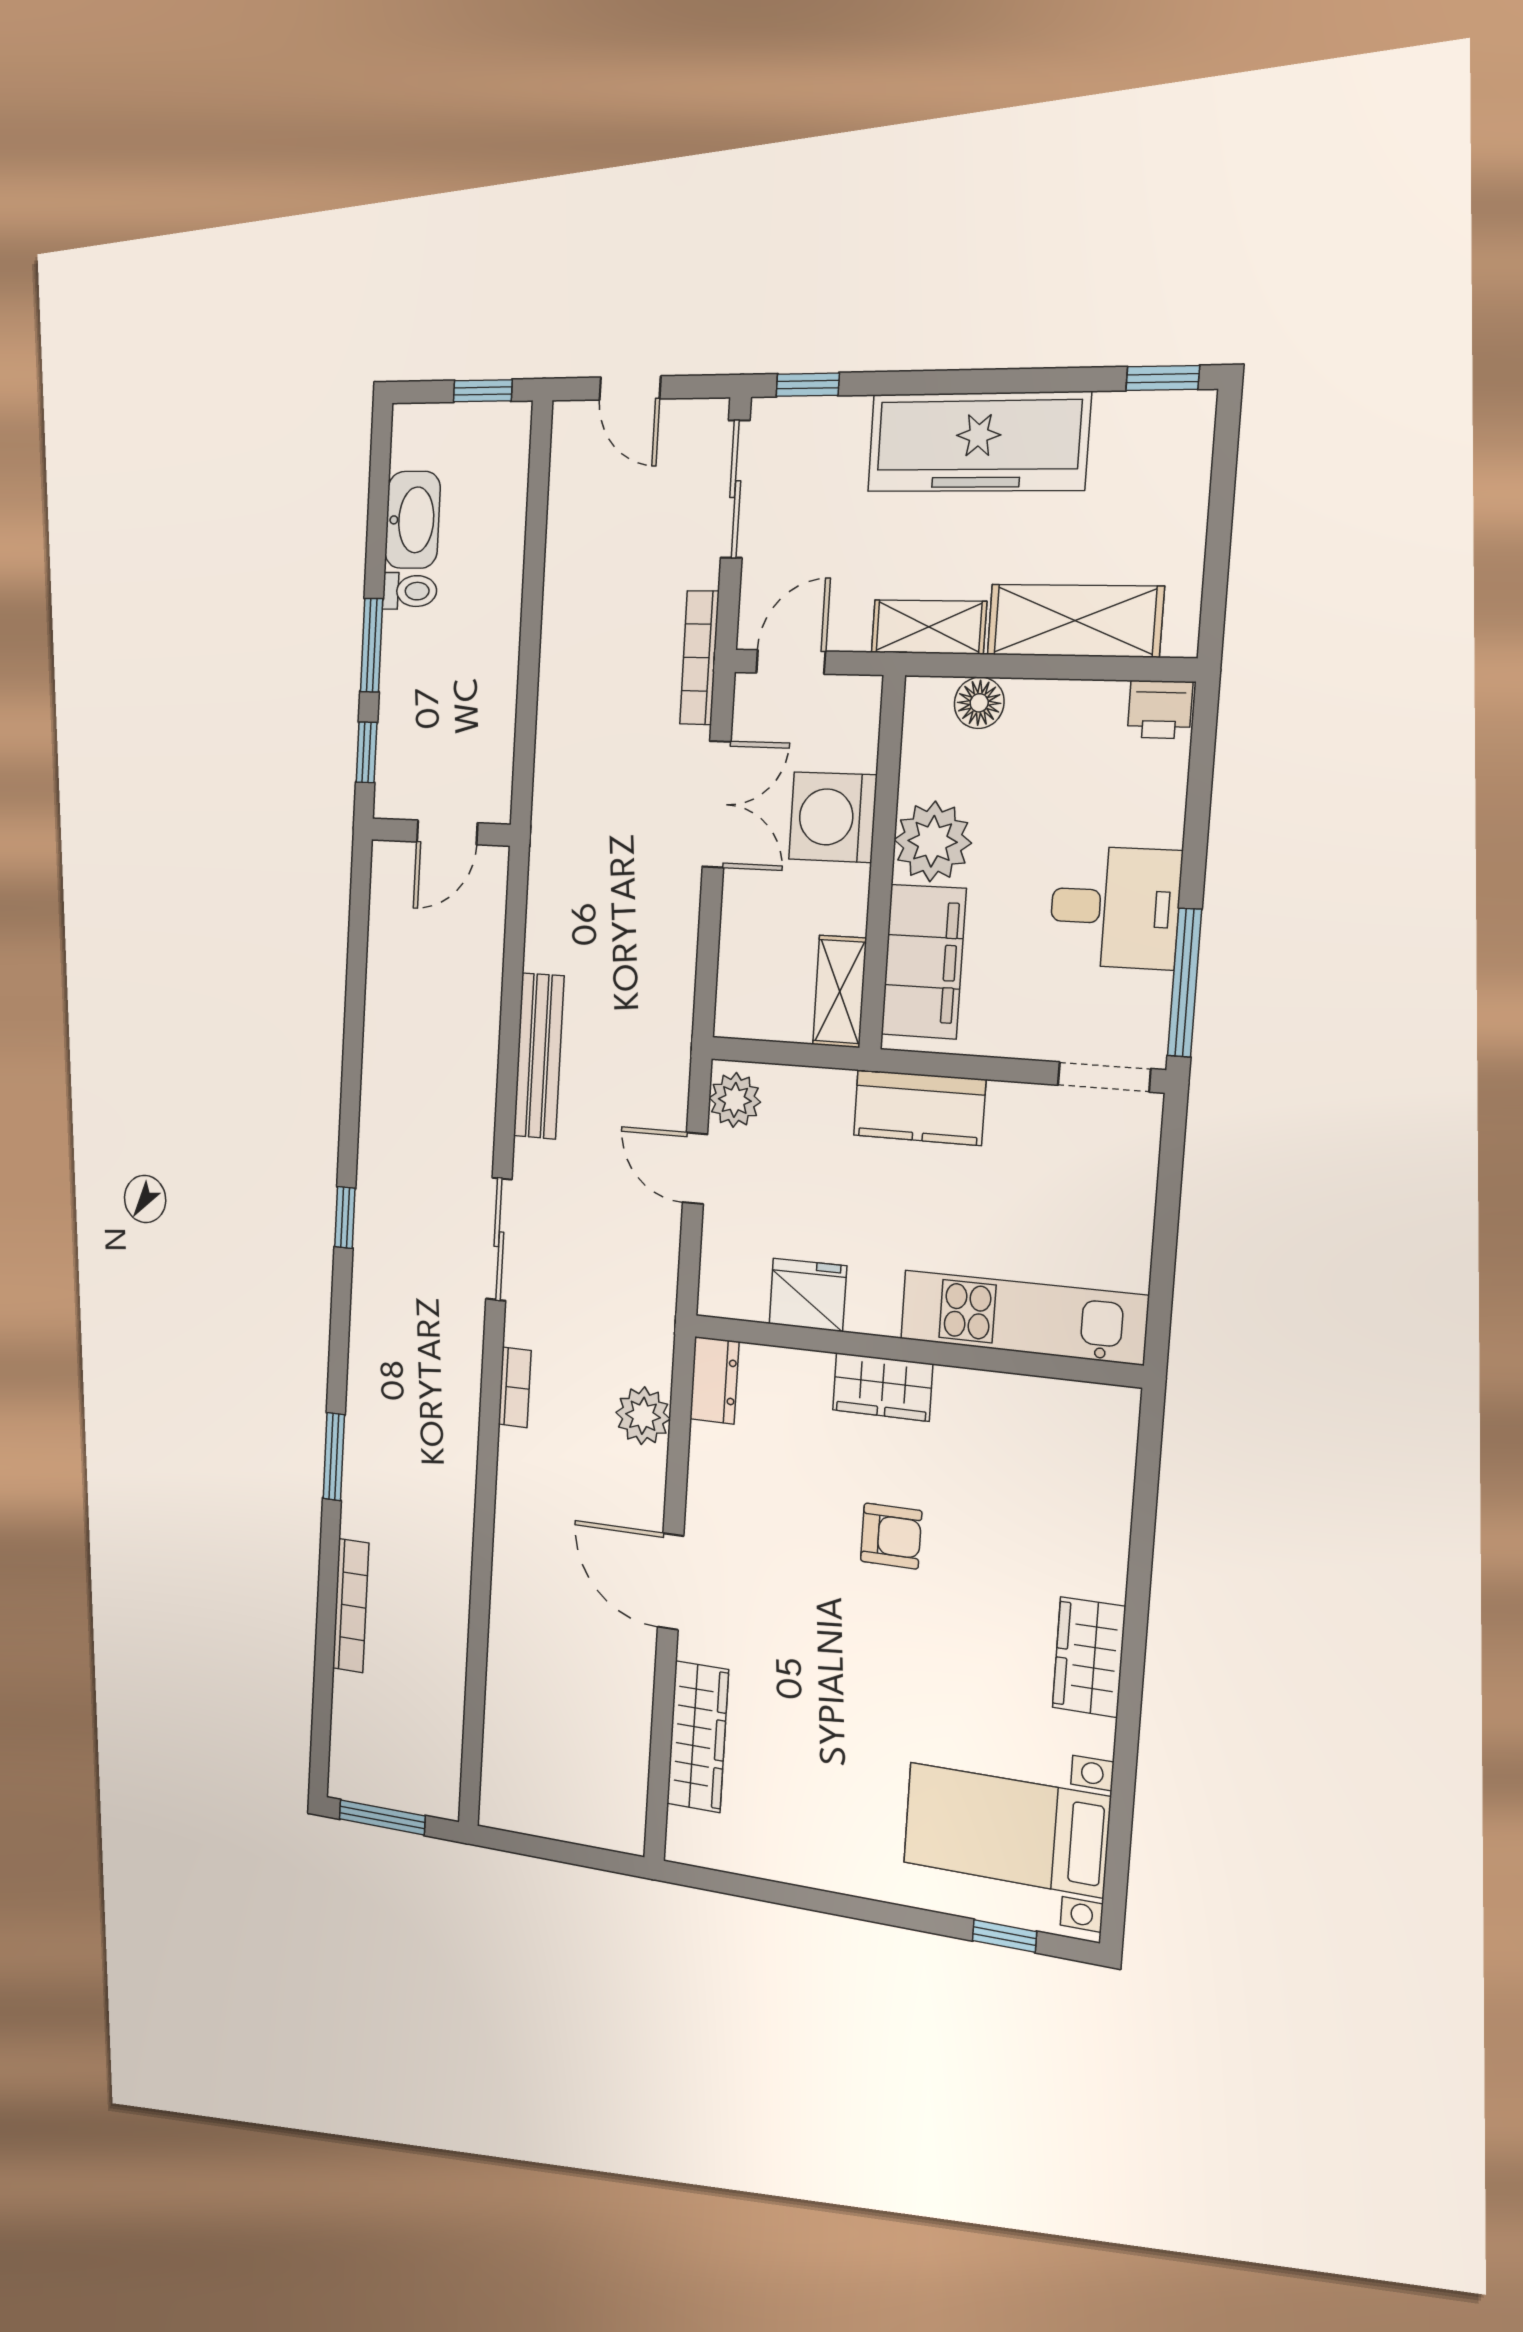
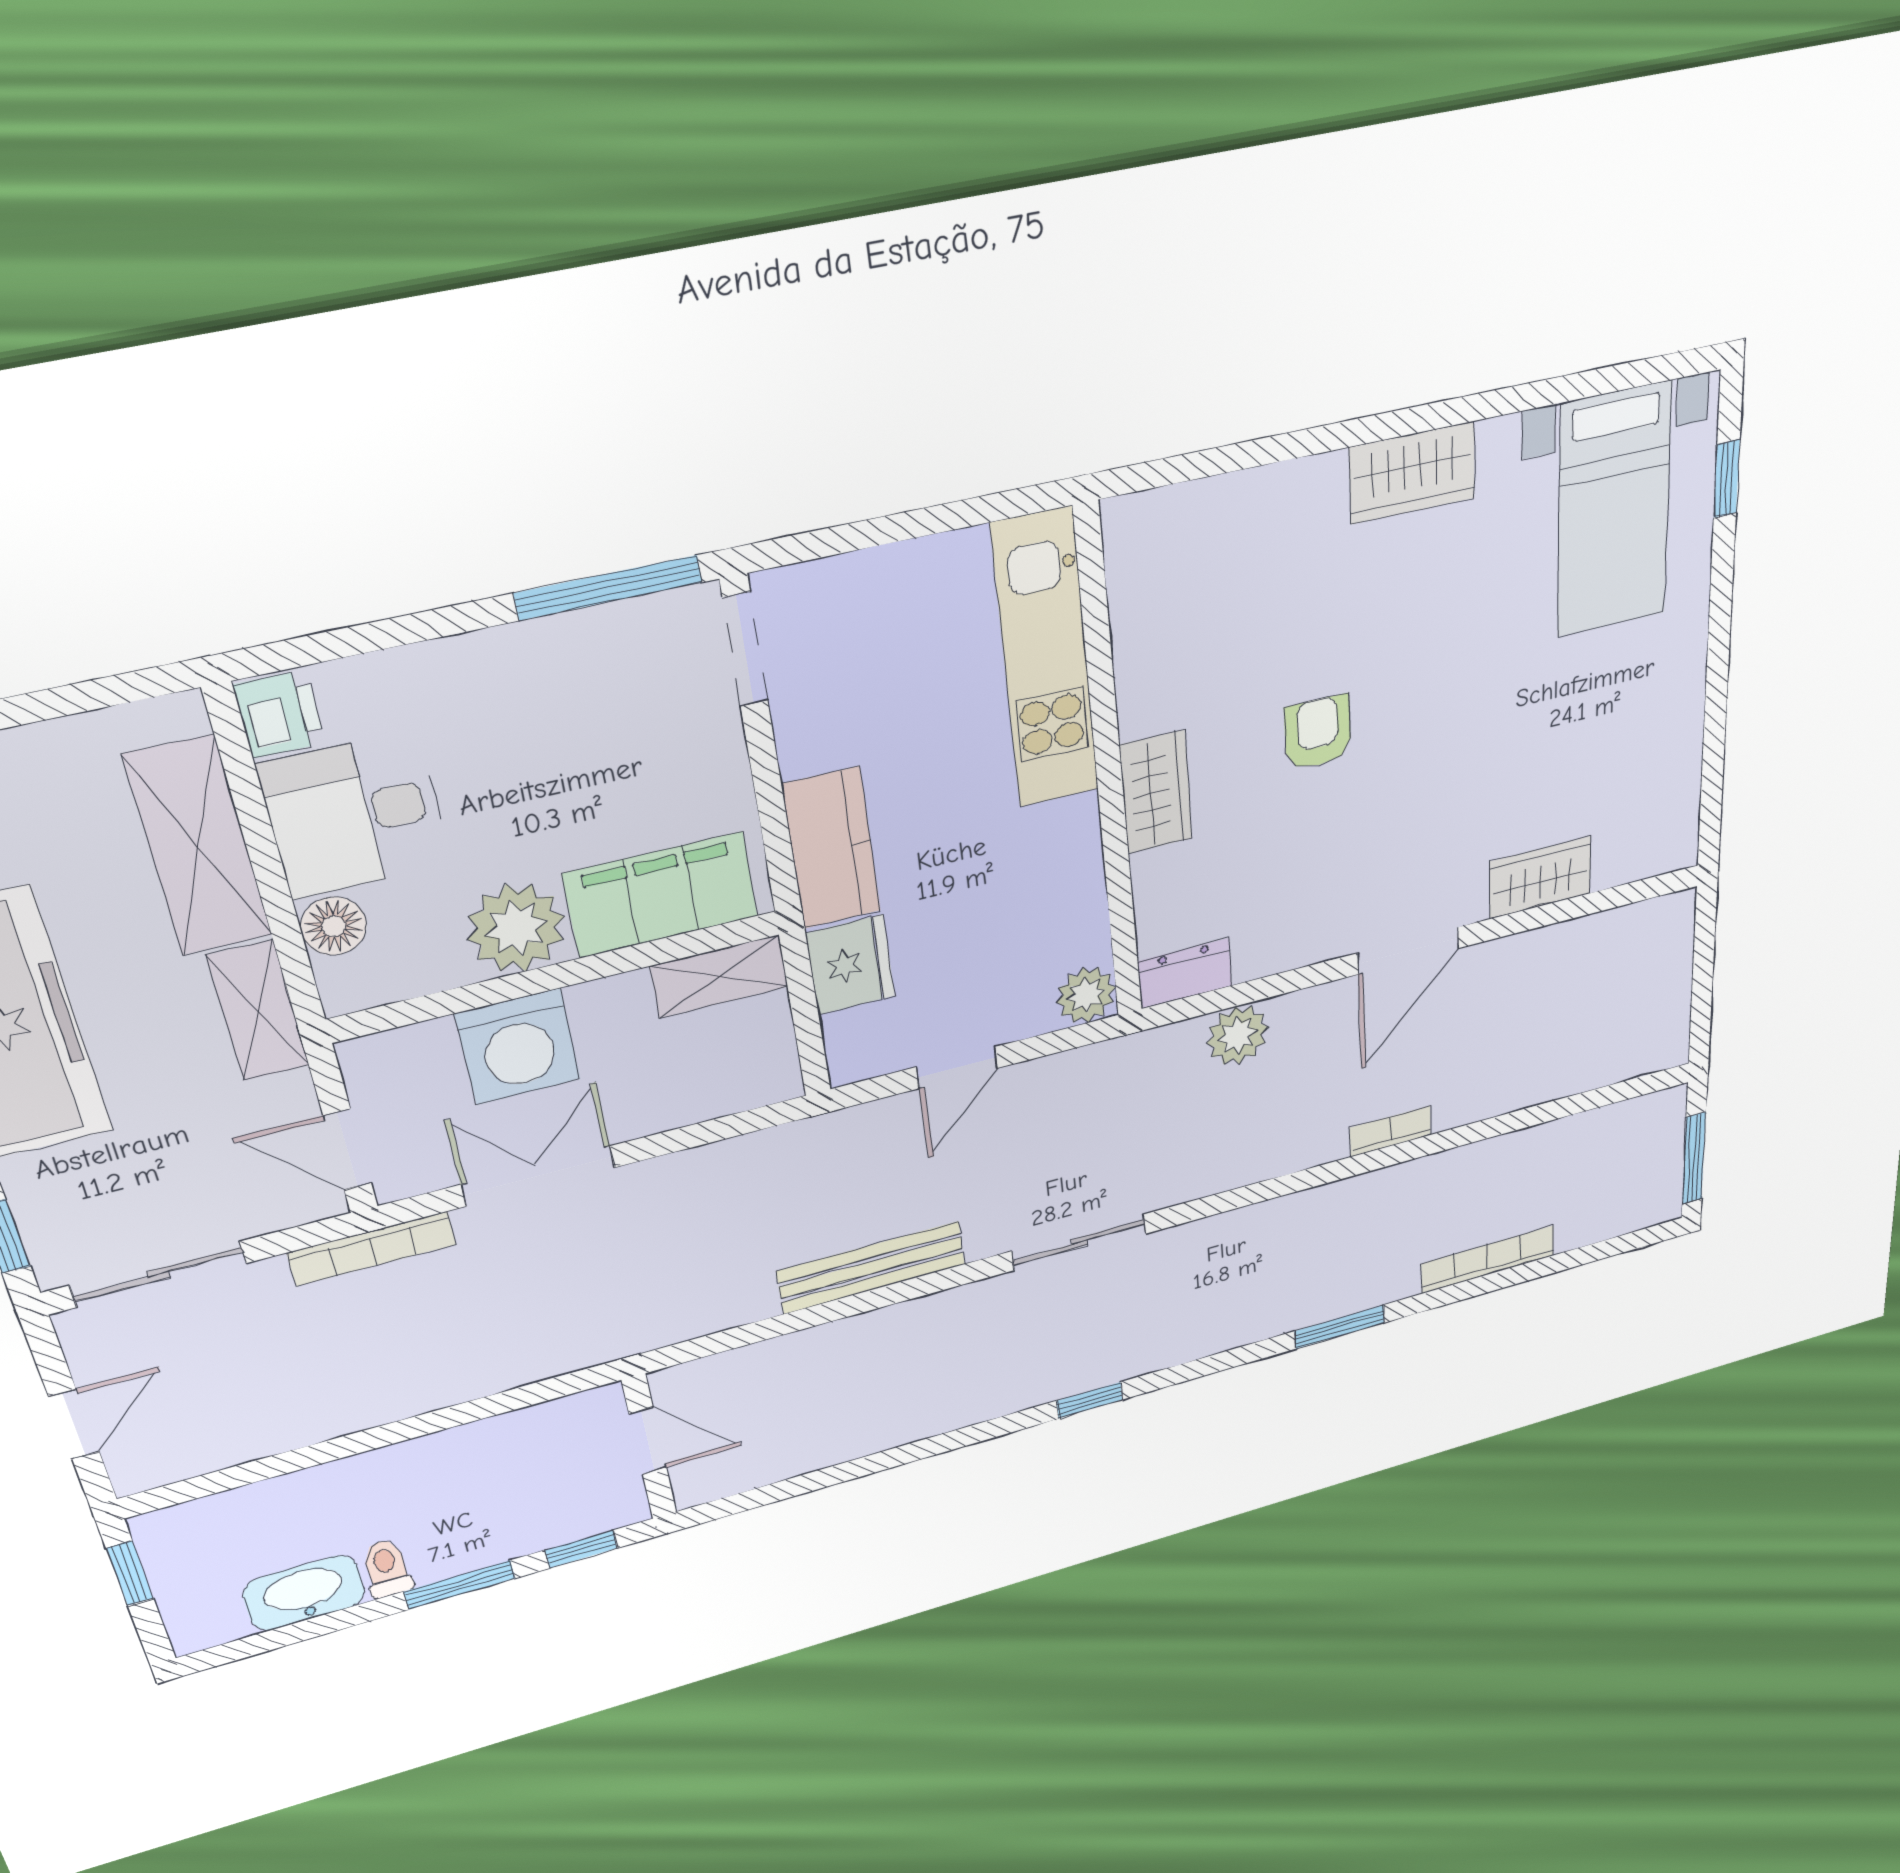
desk: (1115, 907) -> (355, 815), moved, turned -90
plant: (735, 1100) -> (1086, 995), moved
fridge: (808, 1295) -> (850, 965), moved, turned 180
bookcase: (515, 1387) -> (1390, 1131), moved
wardrobe: (698, 1737) -> (1540, 878), width x0.67

